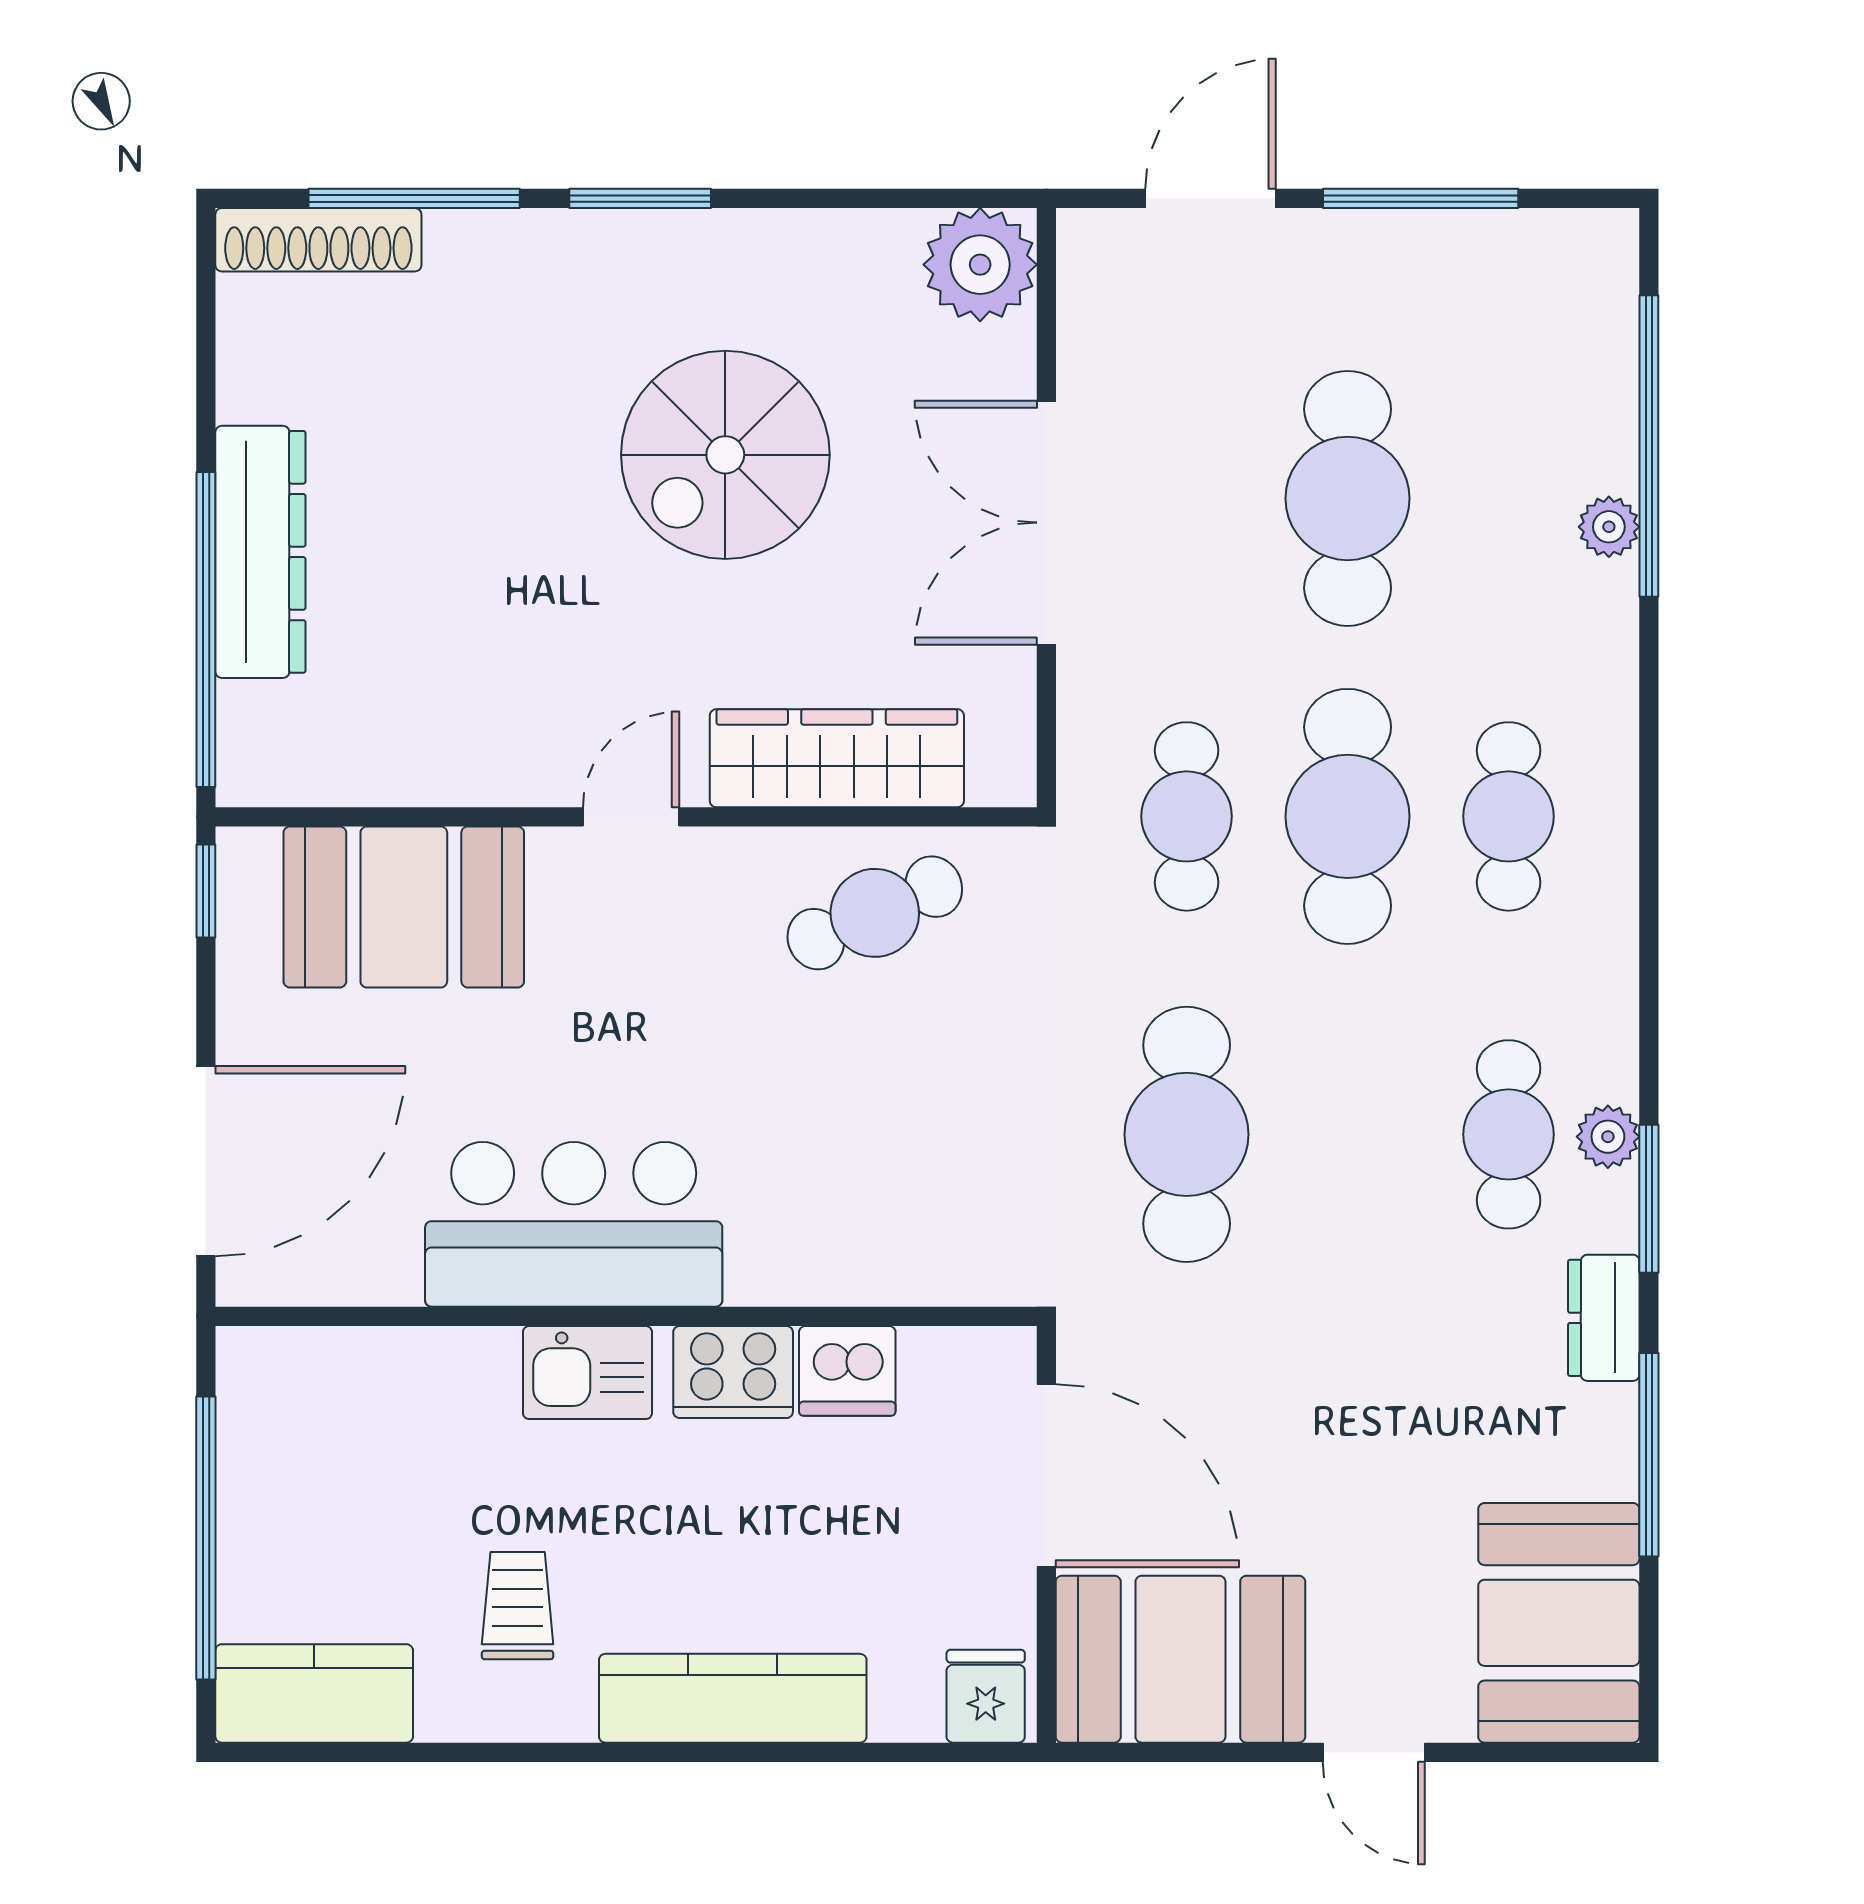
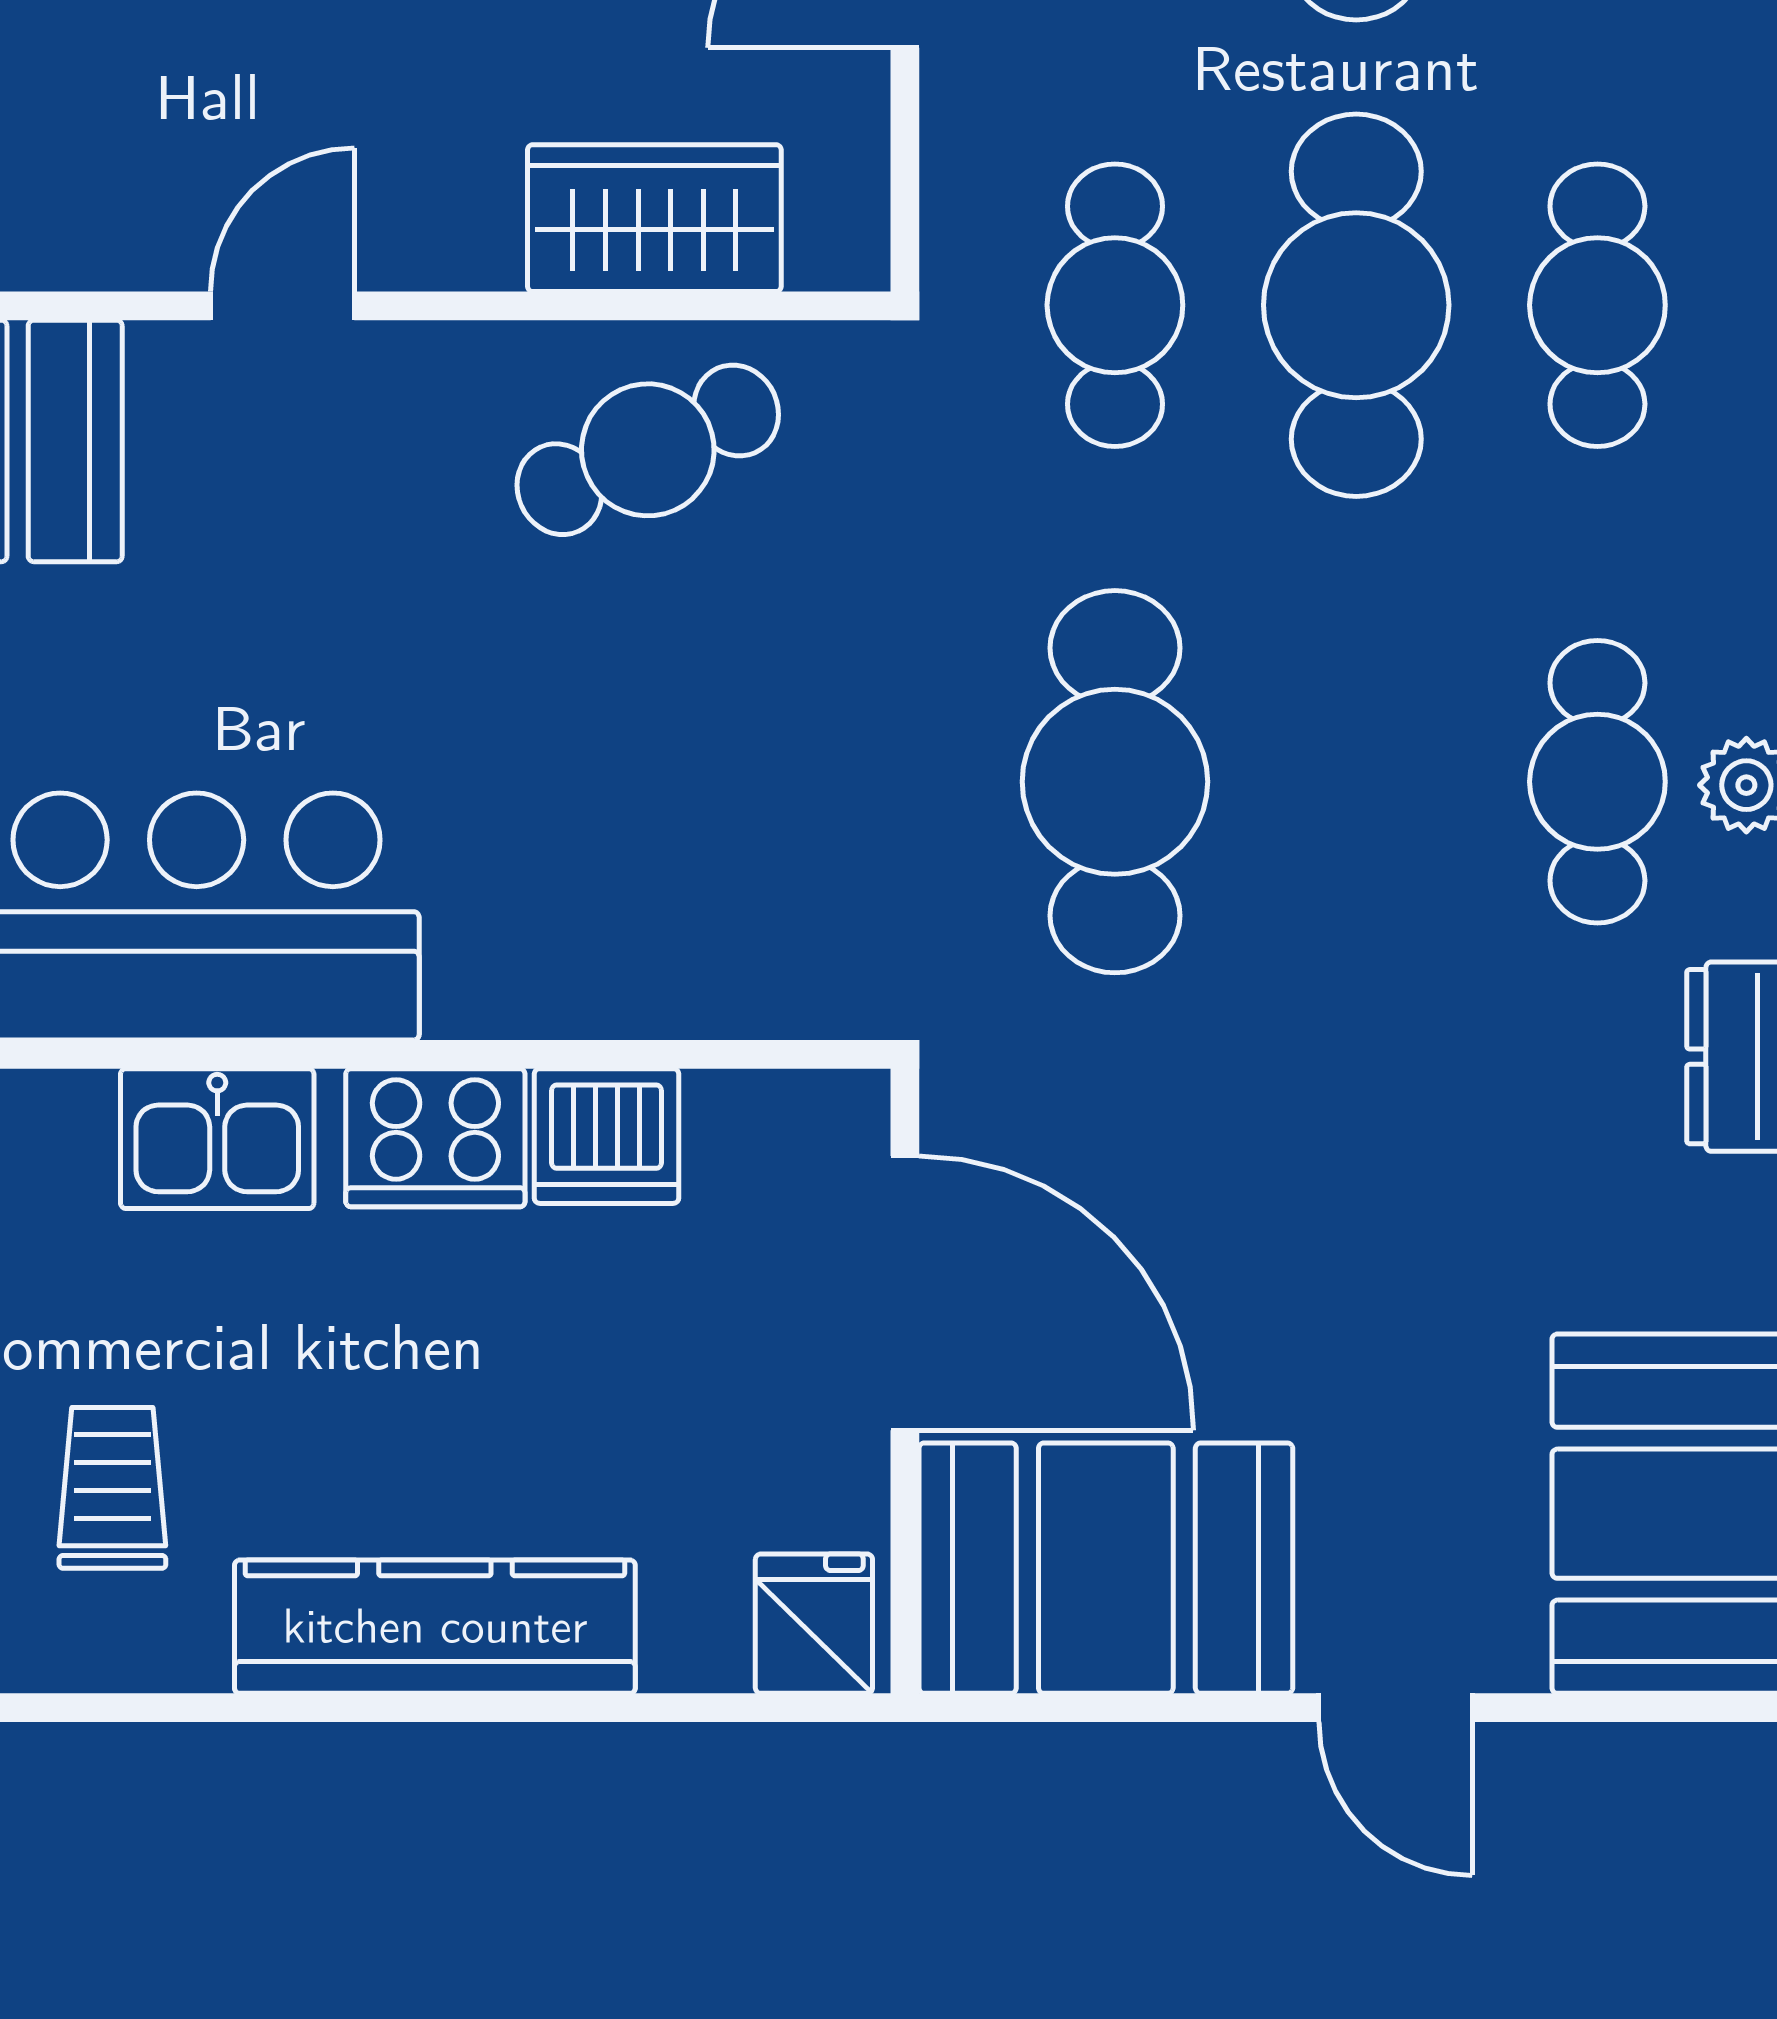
wardrobe: (837, 758) -> (654, 218), width x0.67

